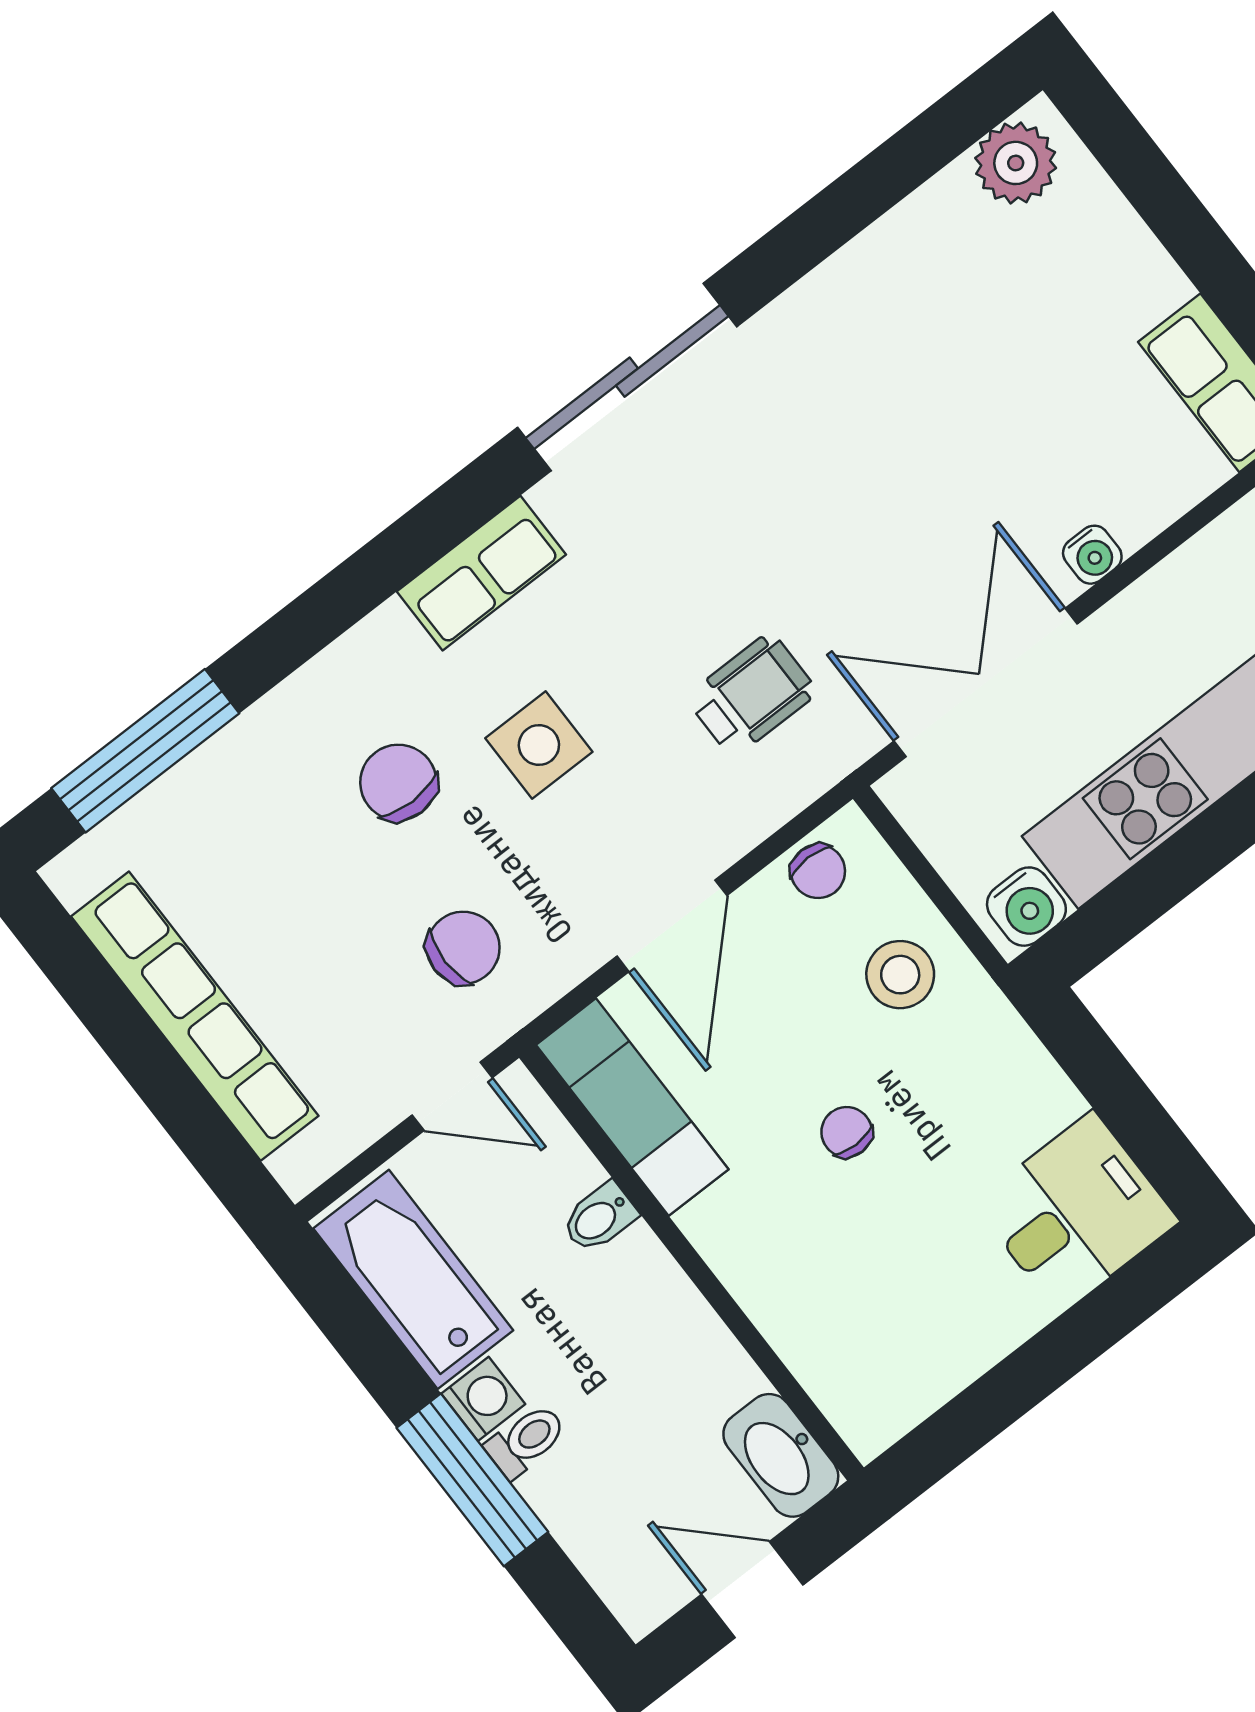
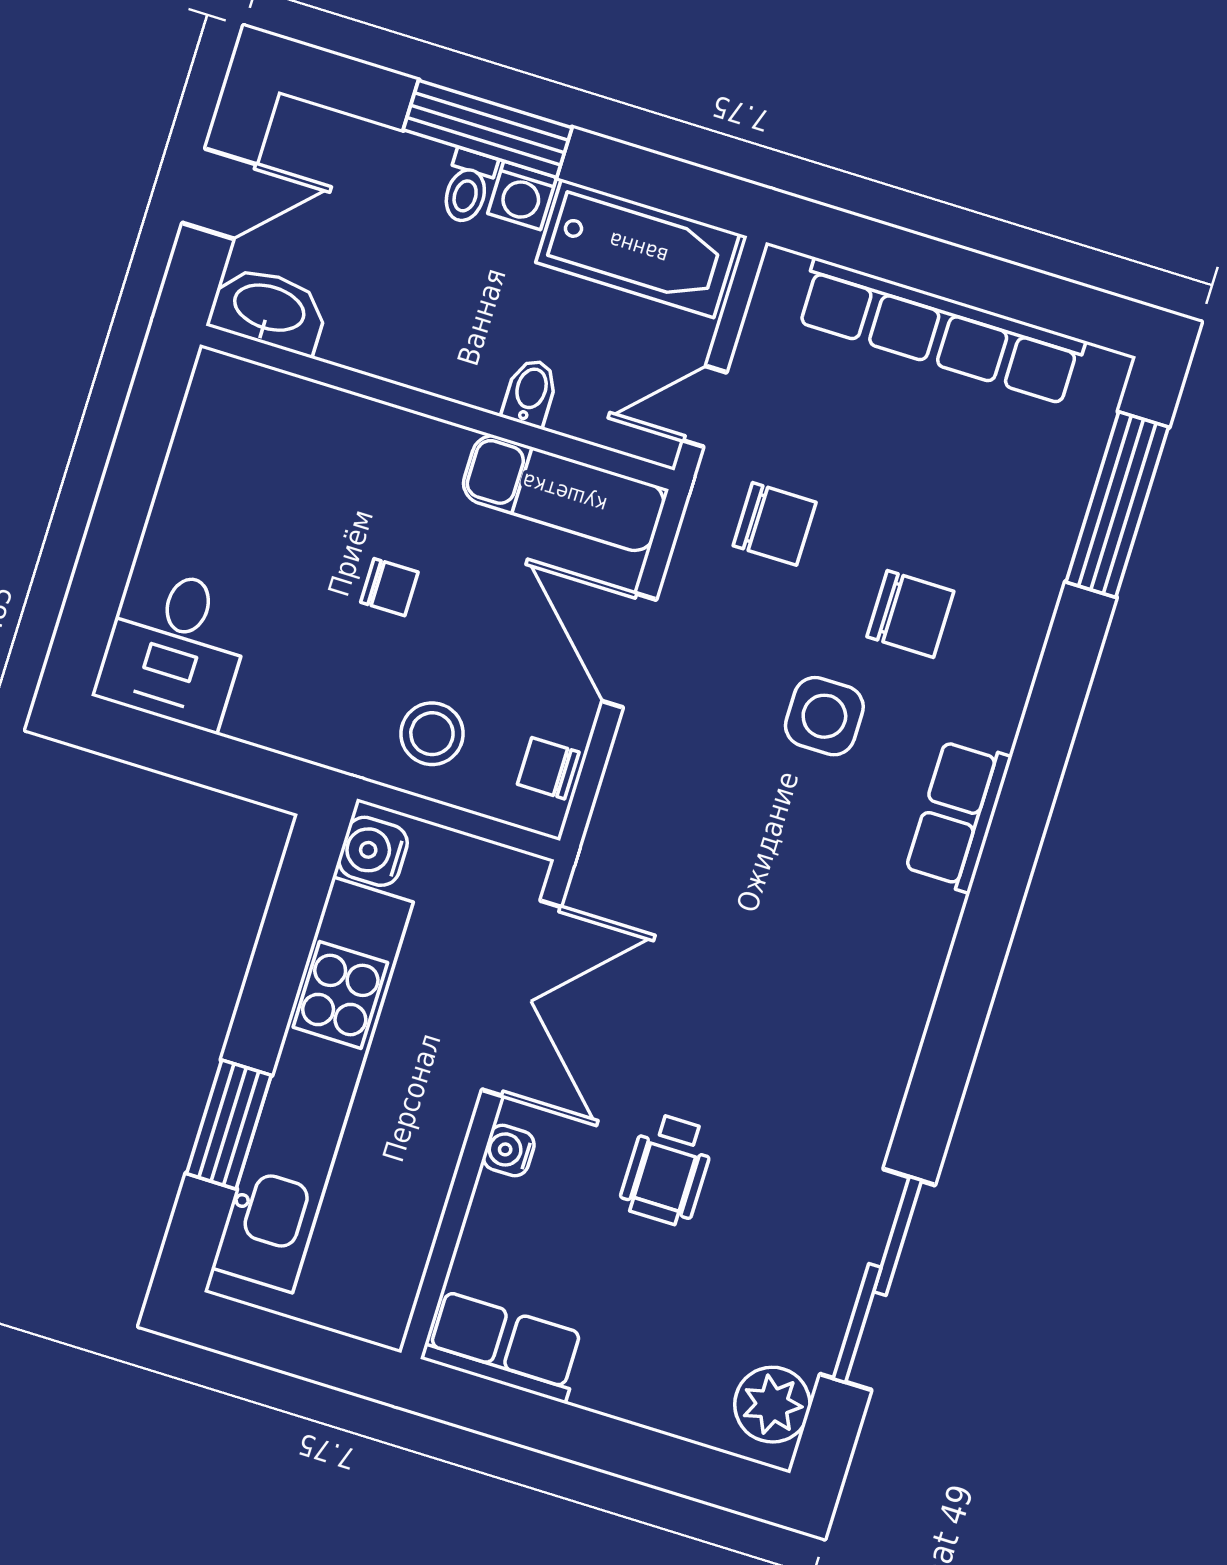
sliding door: (627, 377) -> (877, 1280), moved
wheelchair: (752, 695) -> (667, 1169), moved
chair: (463, 948) -> (775, 524), turned -90

